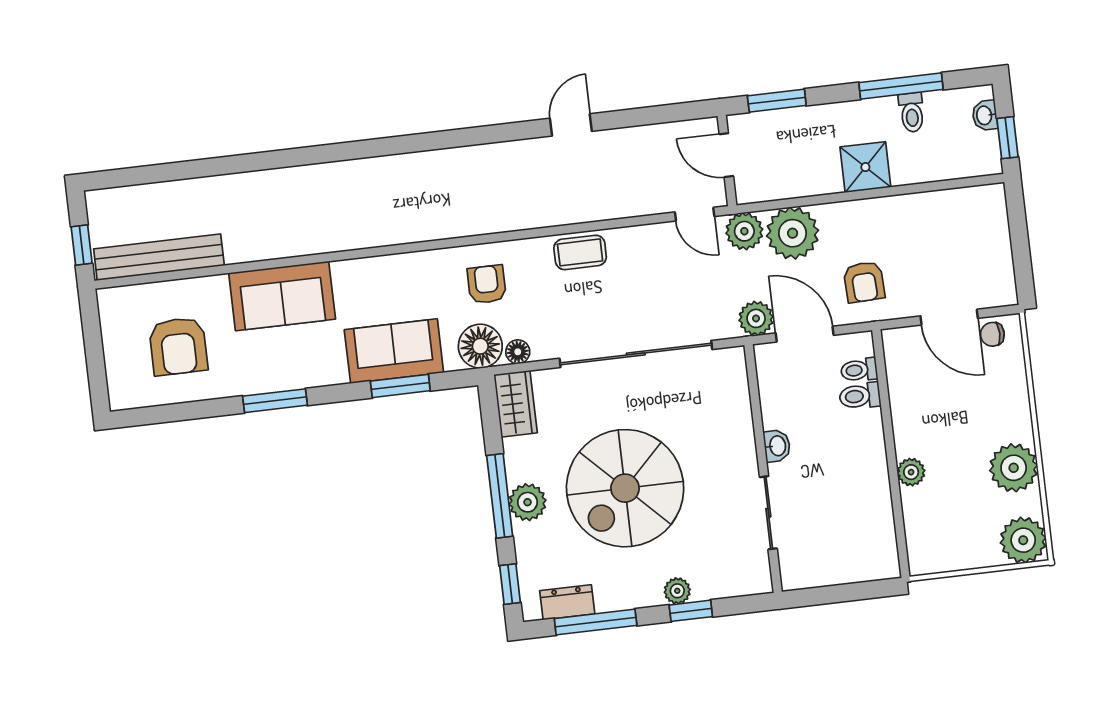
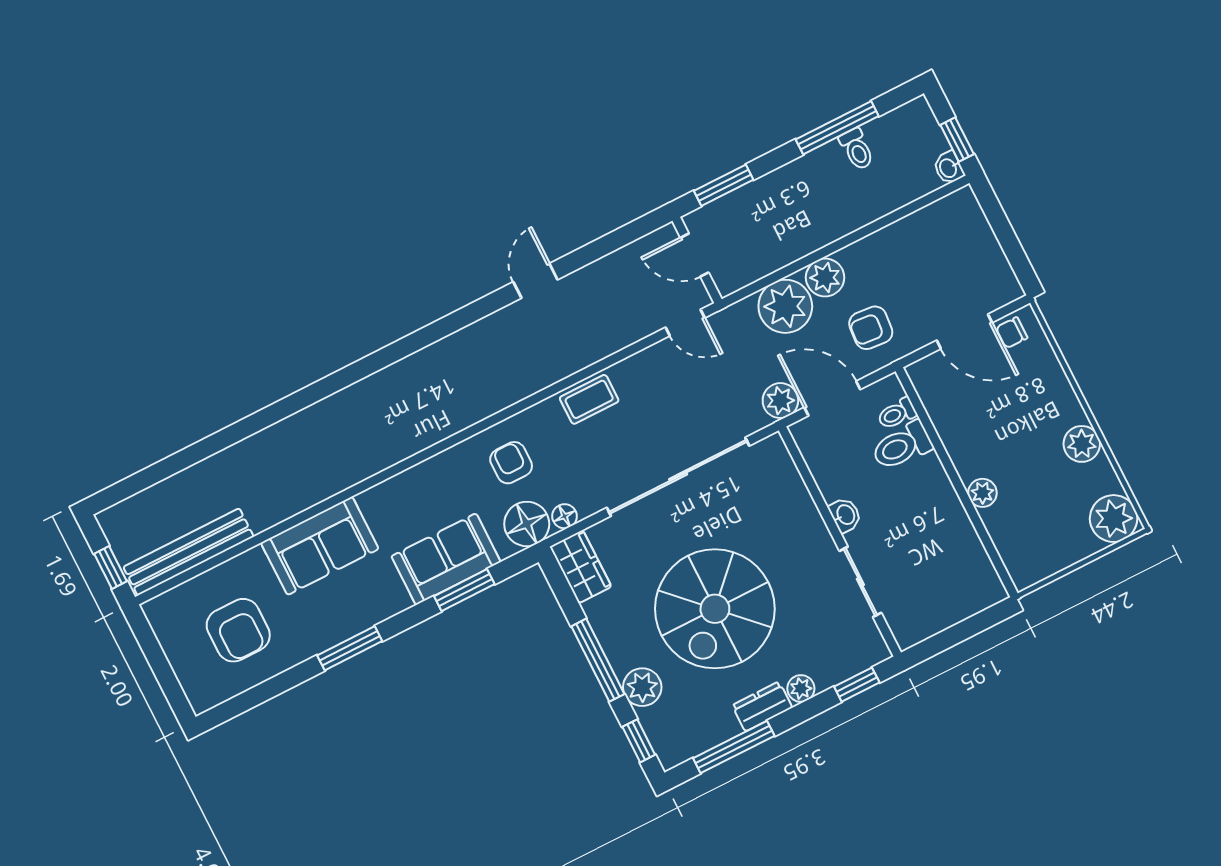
washbasin: (985, 115) -> (949, 168), moved
shower: (865, 167) -> (832, 218), removed
plant: (744, 231) -> (825, 278), moved
armchair: (864, 282) -> (871, 328), turned 97
toilet: (860, 396) -> (902, 446), width x1.37, depth x1.39
plant: (1014, 468) -> (1082, 444), width x0.73, depth x0.73
plant: (528, 502) -> (642, 687), moved
dresser: (567, 602) -> (762, 706), moved
window: (691, 611) -> (857, 685), moved

